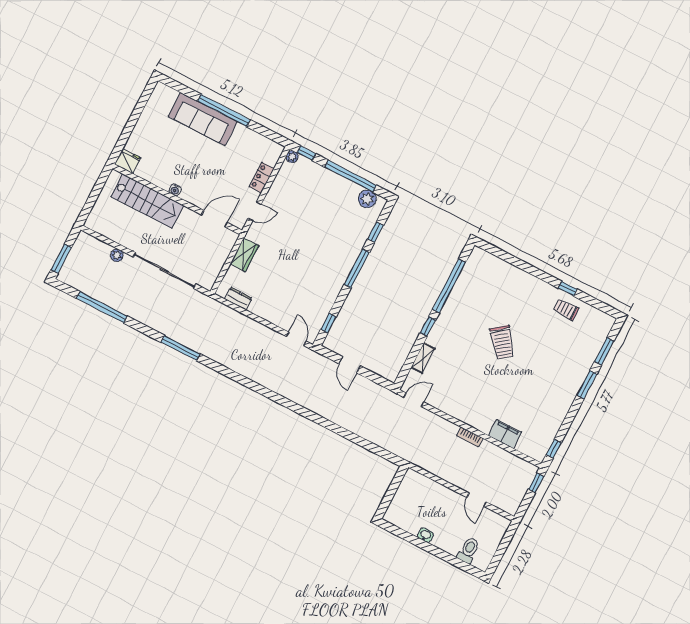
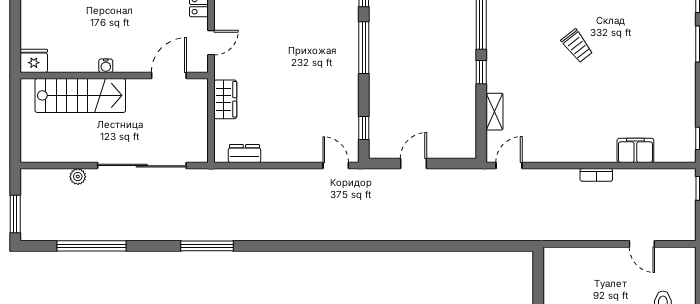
trolley: (502, 342) -> (577, 46), width x0.73, depth x0.72
door: (350, 365) -> (414, 164), swing flipped

